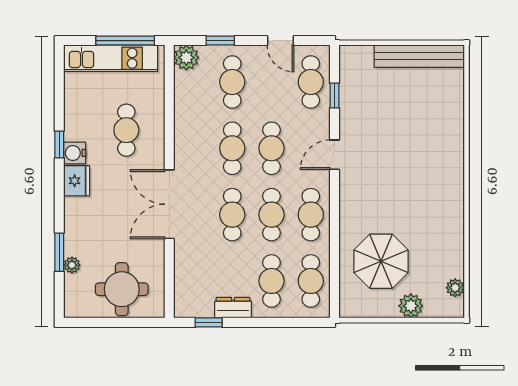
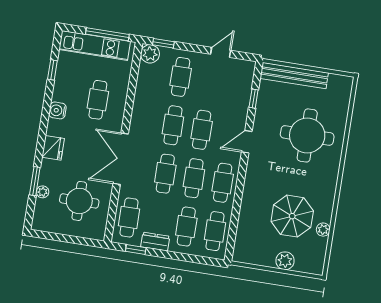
window: (220, 41) -> (163, 43), moved
door: (281, 41) -> (221, 52), swing flipped
bench: (419, 56) -> (294, 76), moved
cafe table: (311, 82) -> (129, 217), moved
round table: (414, 134) -> (307, 135), added
window: (59, 144) -> (52, 70), moved
fridge: (77, 181) -> (53, 148), moved
parasol: (381, 261) -> (292, 216), moved
plant: (455, 288) -> (323, 230), moved
round table: (122, 289) -> (79, 201), moved

